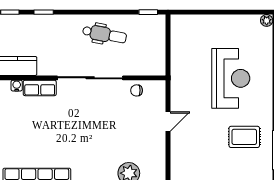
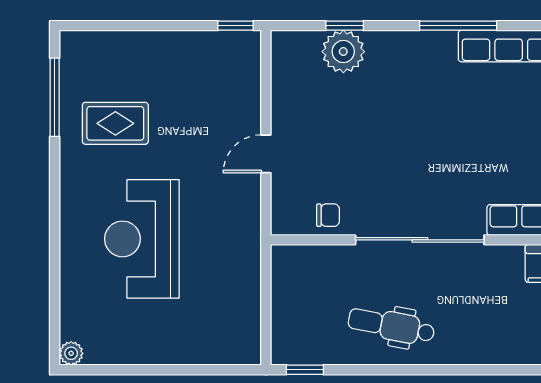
window: (44, 12) -> (511, 370), removed

